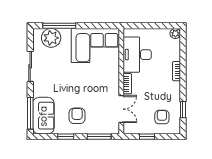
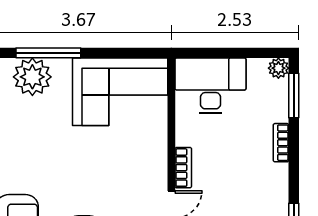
window: (183, 47) -> (294, 96), added
desk: (137, 55) -> (210, 86), moved, turned 90

